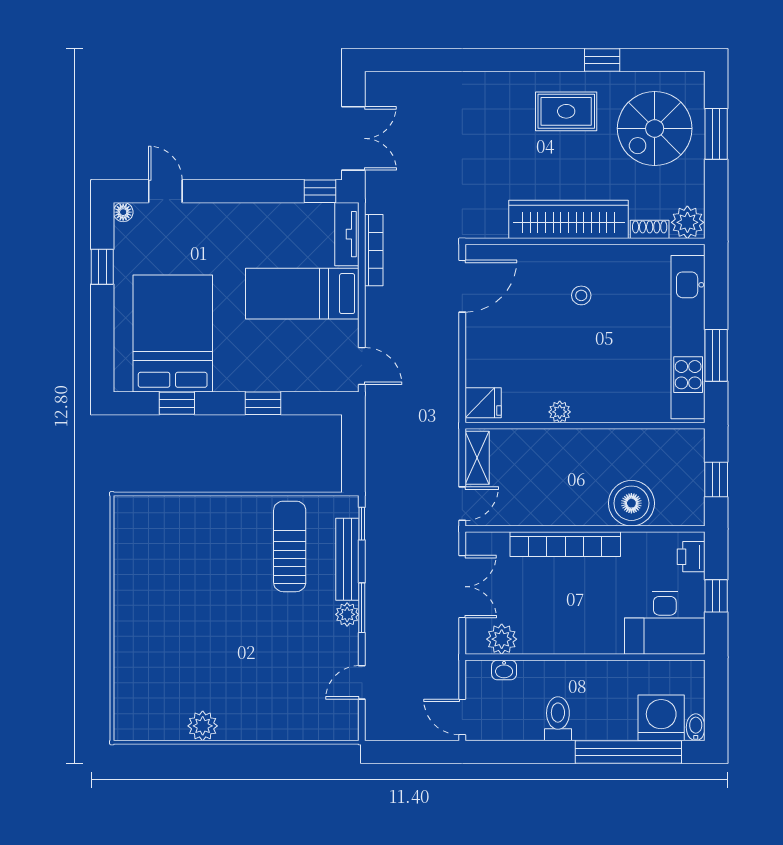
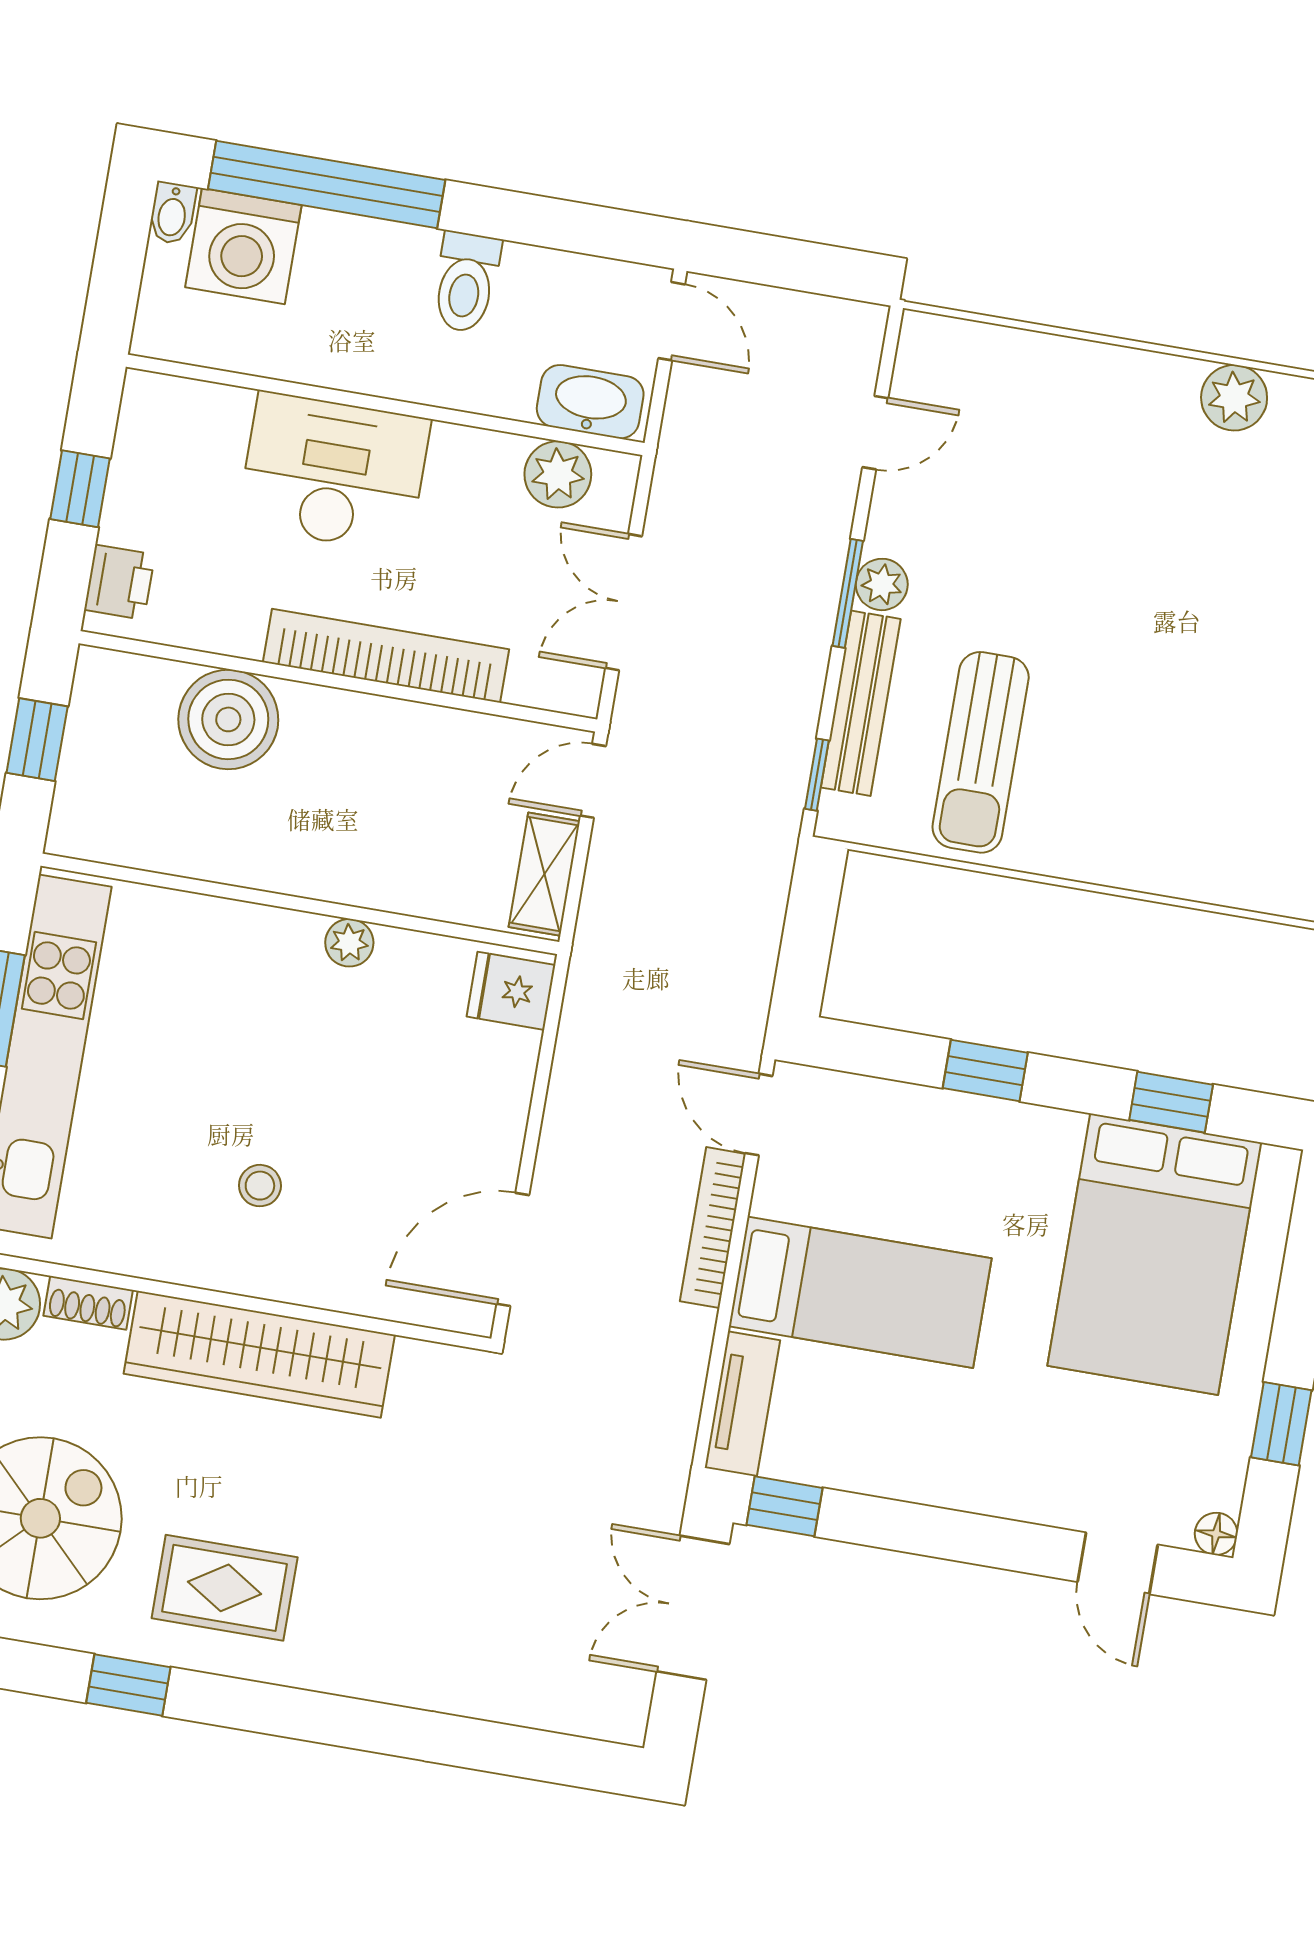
bookcase: (374, 250) -> (713, 1228), moved
desk: (665, 623) -> (334, 472), moved
washbasin: (504, 670) -> (590, 402), width x1.91, depth x1.45

